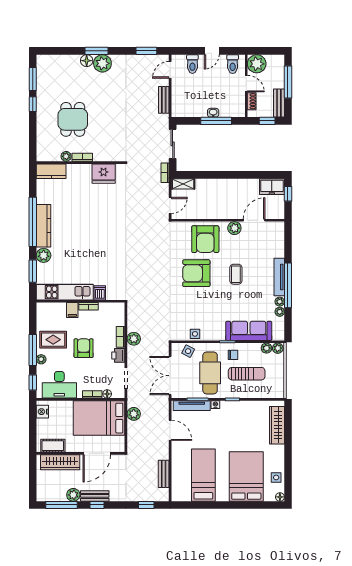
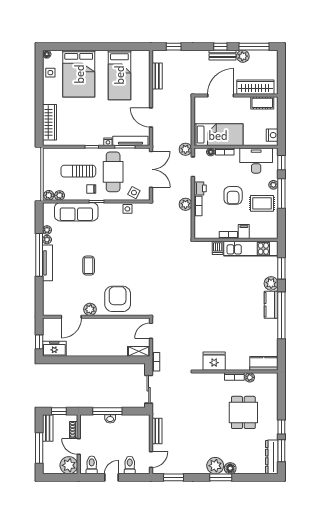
dresser: (43, 73) -> (272, 457), added
kitchen counter: (44, 226) -> (271, 305), width x0.67
armchair: (196, 273) -> (126, 267), removed
plant: (134, 414) -> (185, 149), moved
bed: (99, 418) -> (218, 135), width x0.67

